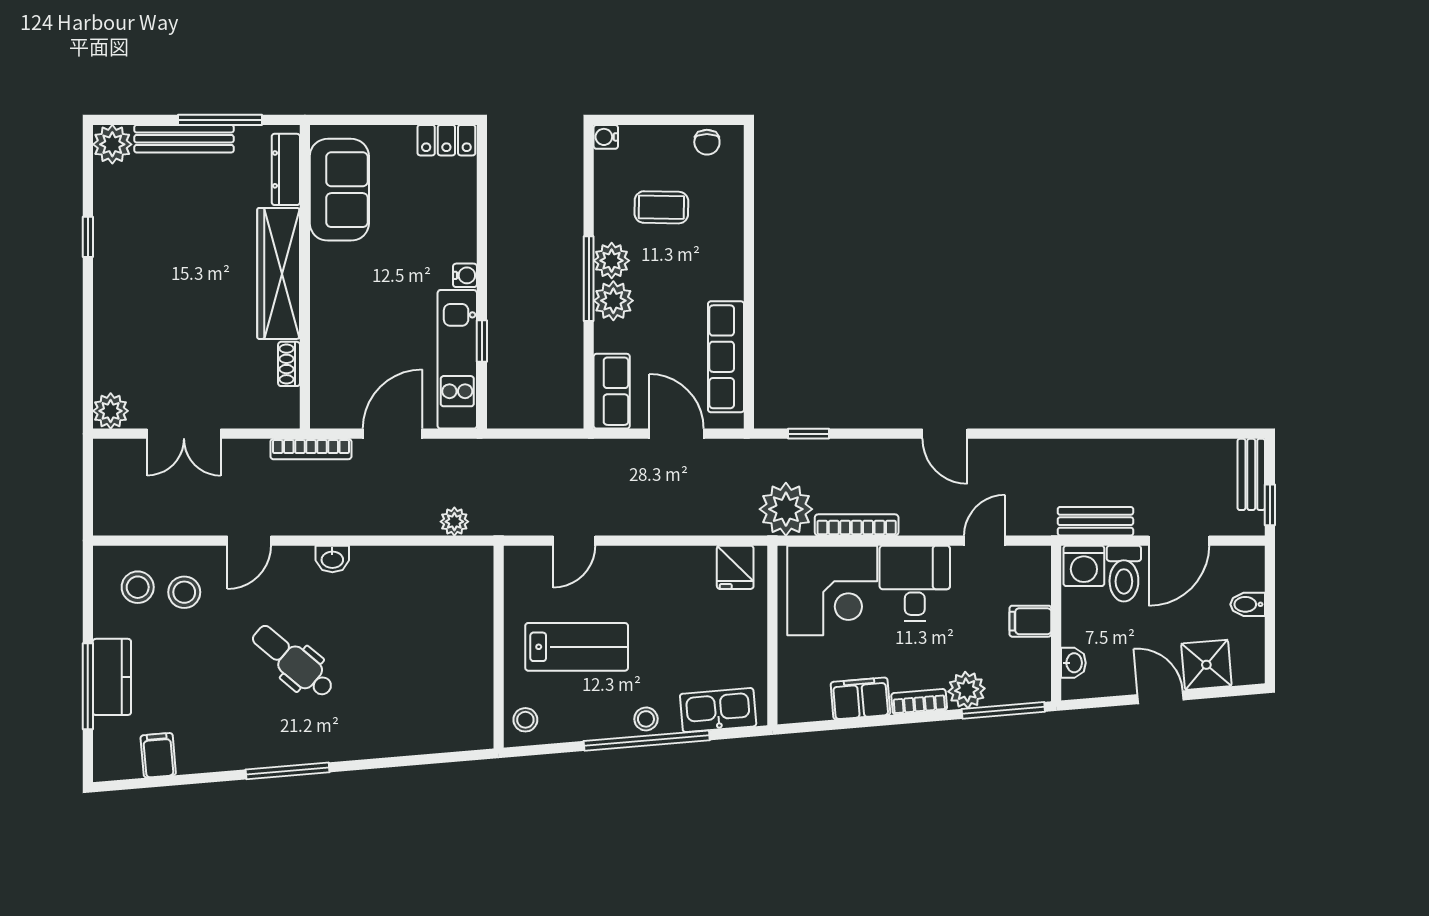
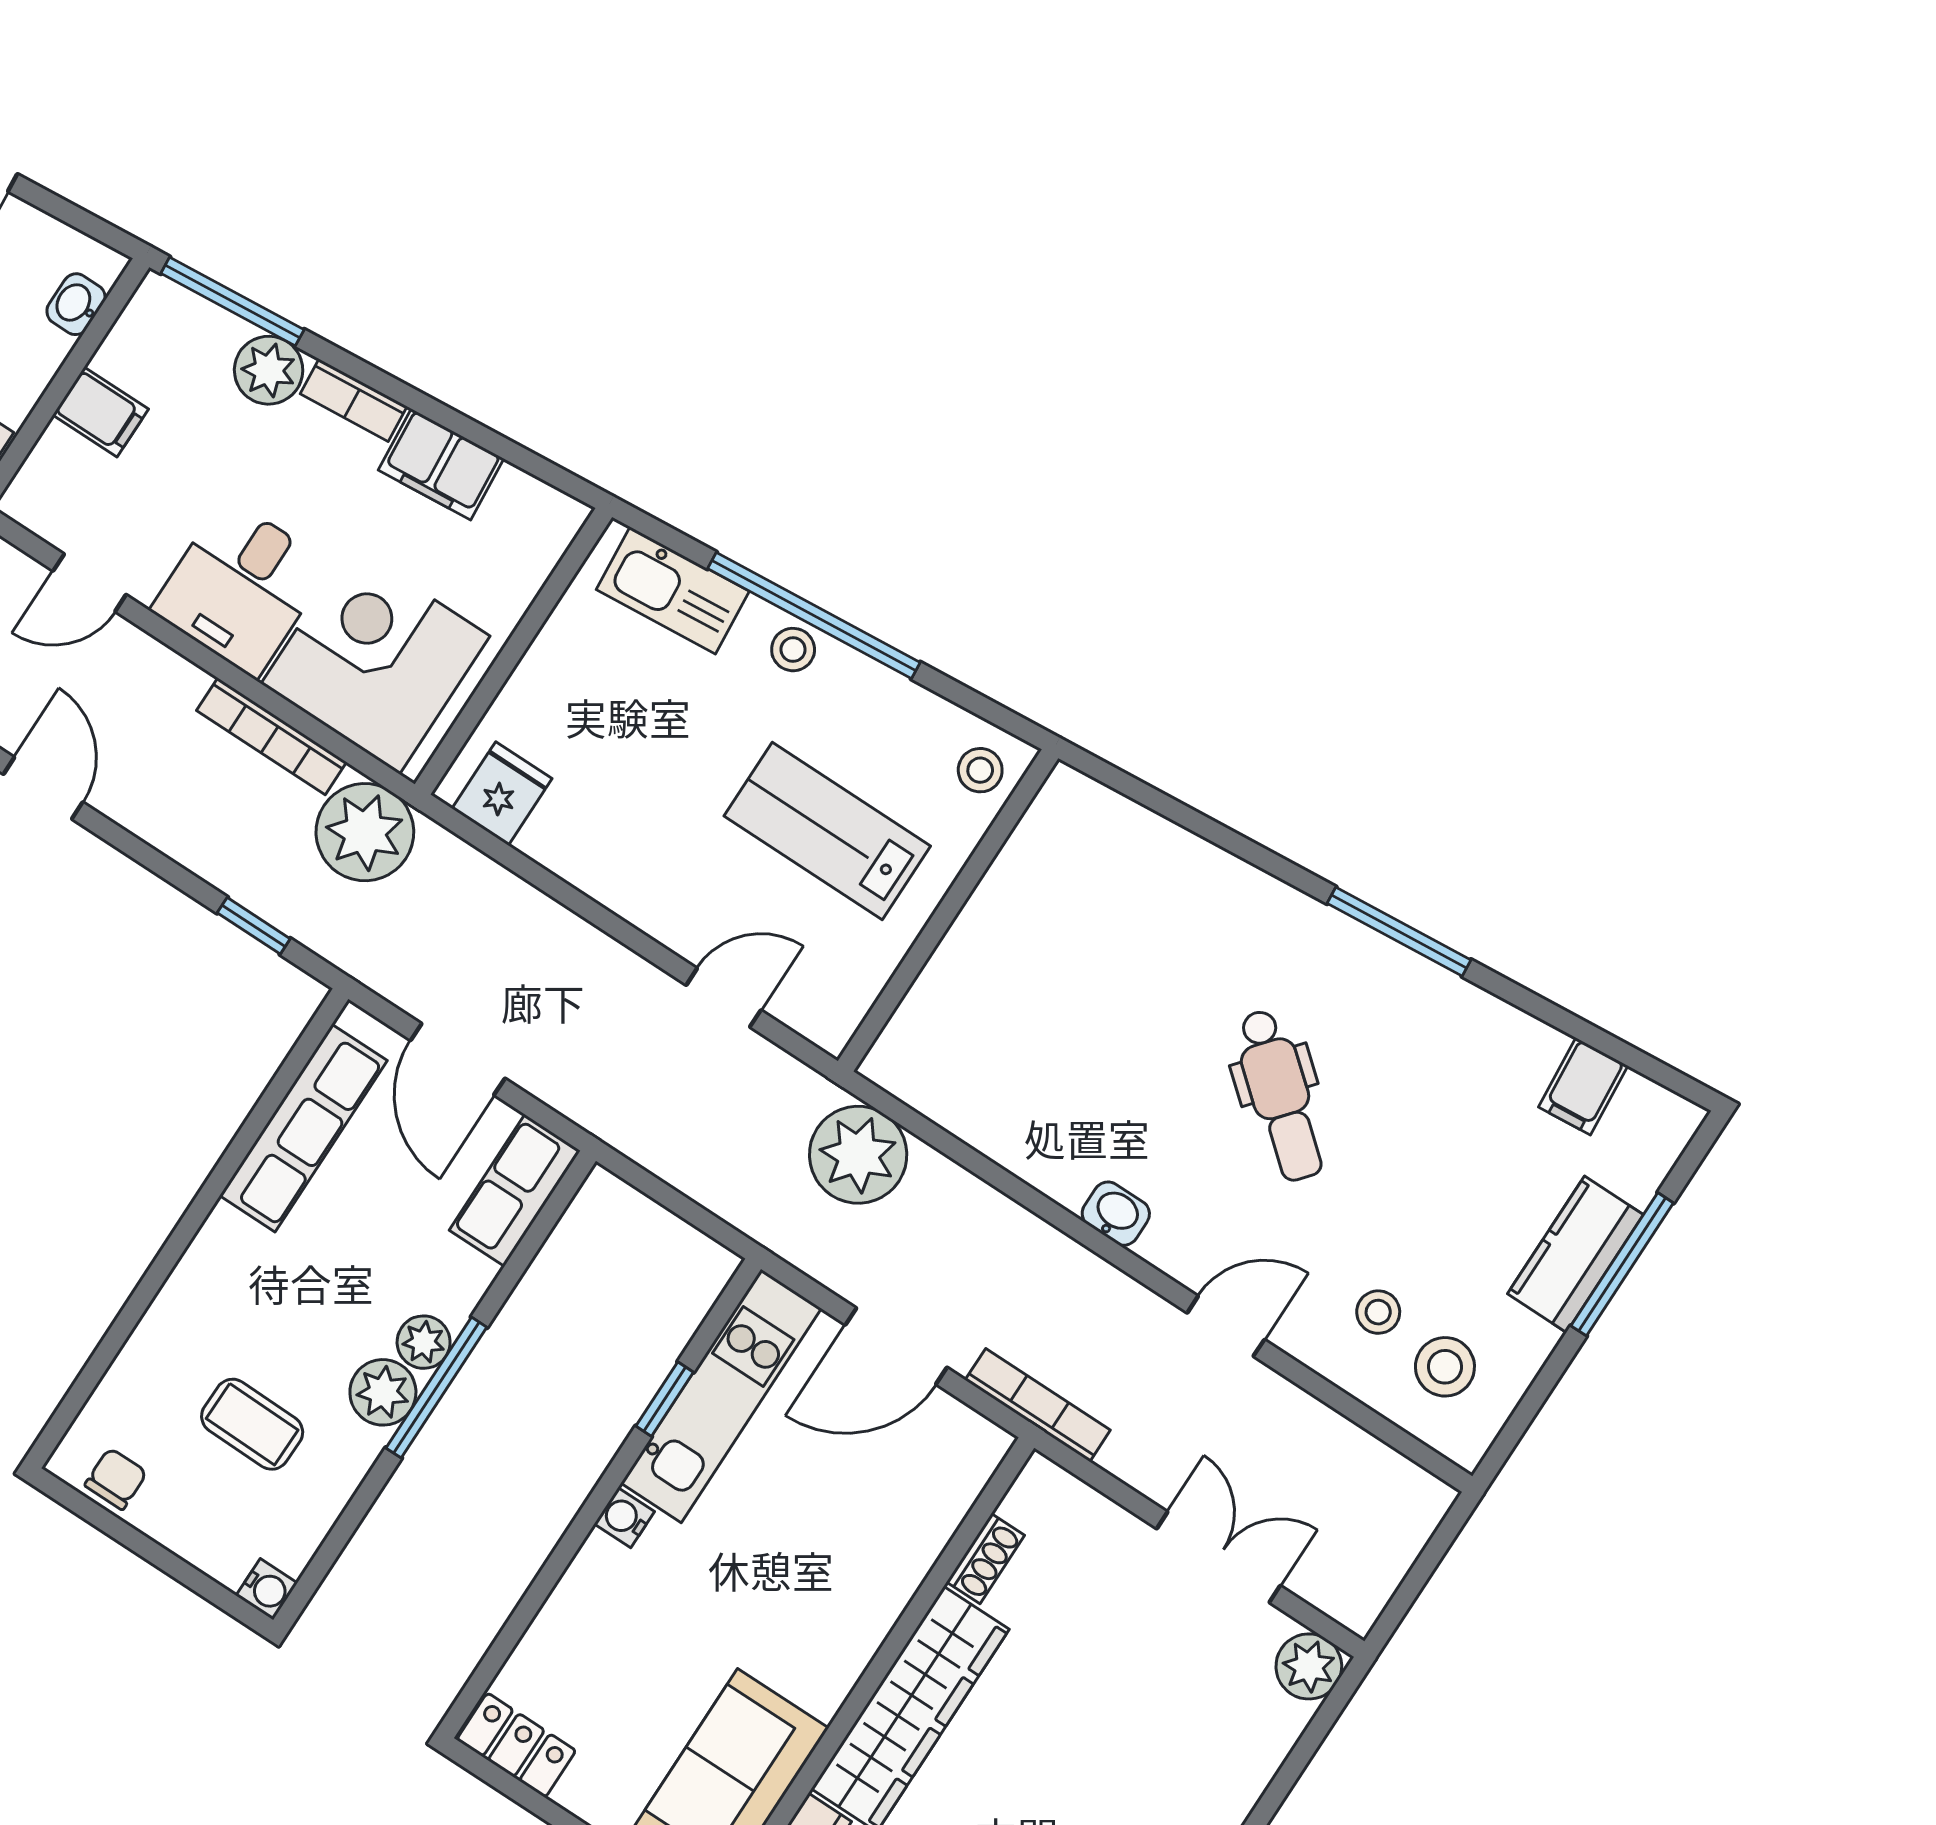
plant: (613, 301) -> (424, 1342), width x0.73, depth x0.73
plant: (454, 522) -> (858, 1155), width x1.88, depth x1.88
stool: (184, 592) -> (1378, 1312), width x0.73, depth x0.73

